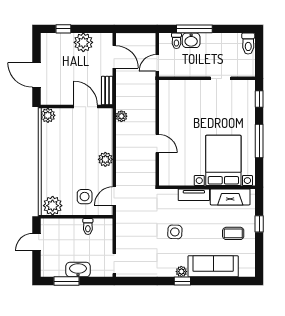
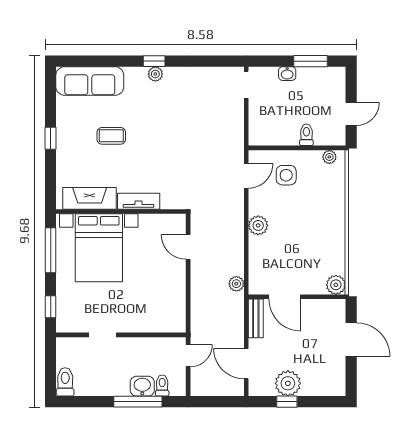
window: (63, 29) -> (287, 402), moved
bed with nightstands: (223, 160) -> (99, 248), moved
wall: (207, 187) -> (121, 211), moved
tv unit: (194, 195) -> (139, 201), moved
fireplace: (230, 197) -> (90, 198), moved
plant: (53, 206) -> (329, 157), width x0.53, depth x0.53
toilet: (88, 226) -> (306, 135), moved
side table: (175, 232) -> (164, 127), removed
coffee table: (233, 233) -> (111, 136), moved
sofa: (213, 266) -> (90, 81), moved
washbasin: (78, 270) -> (287, 74), width x0.52, depth x0.69

